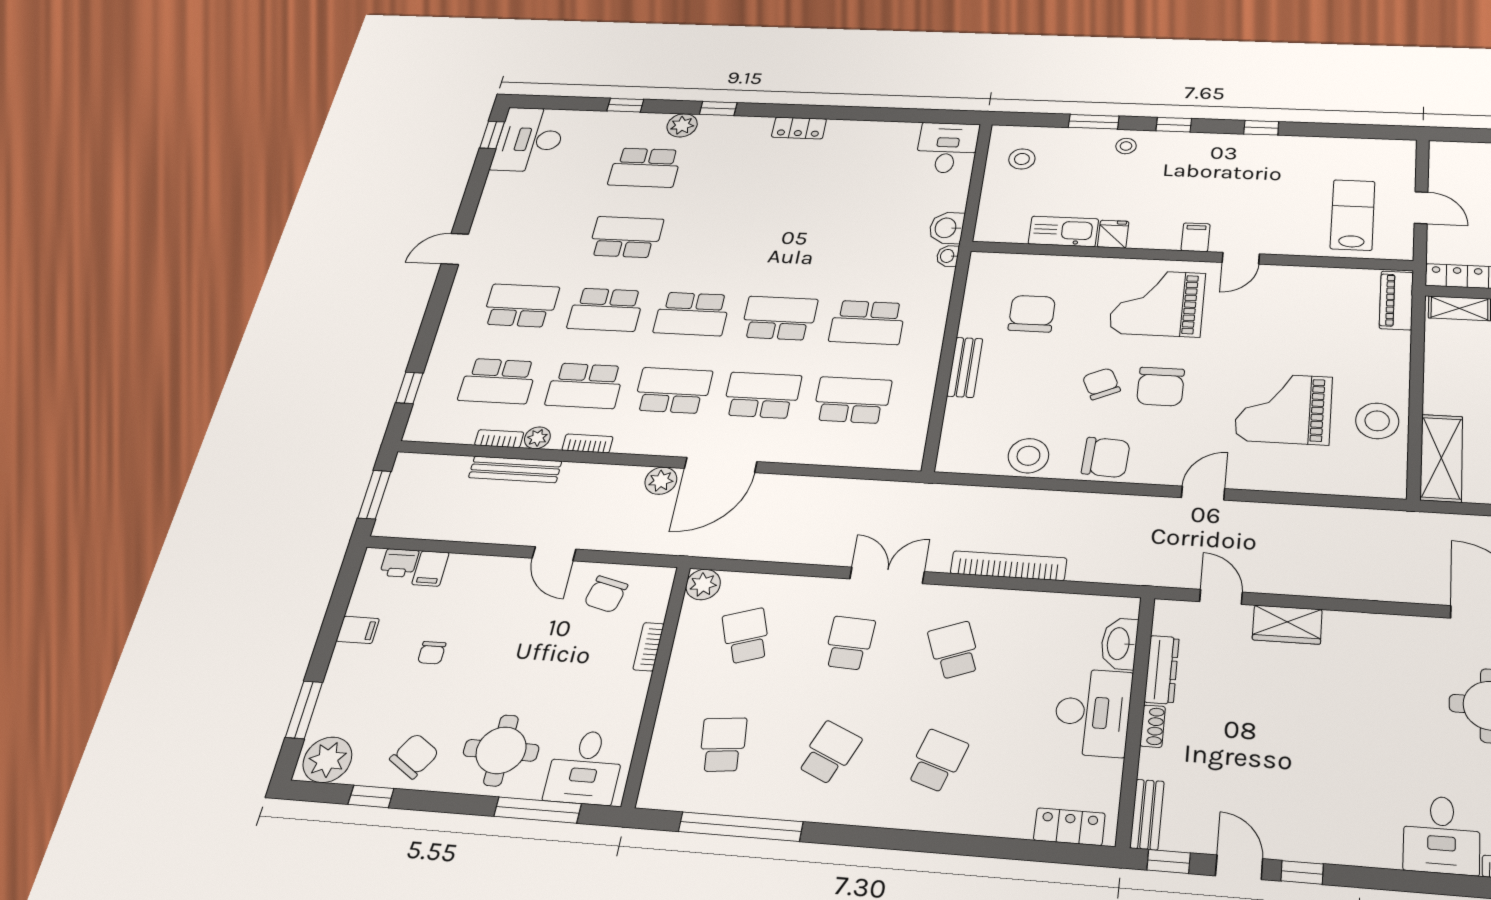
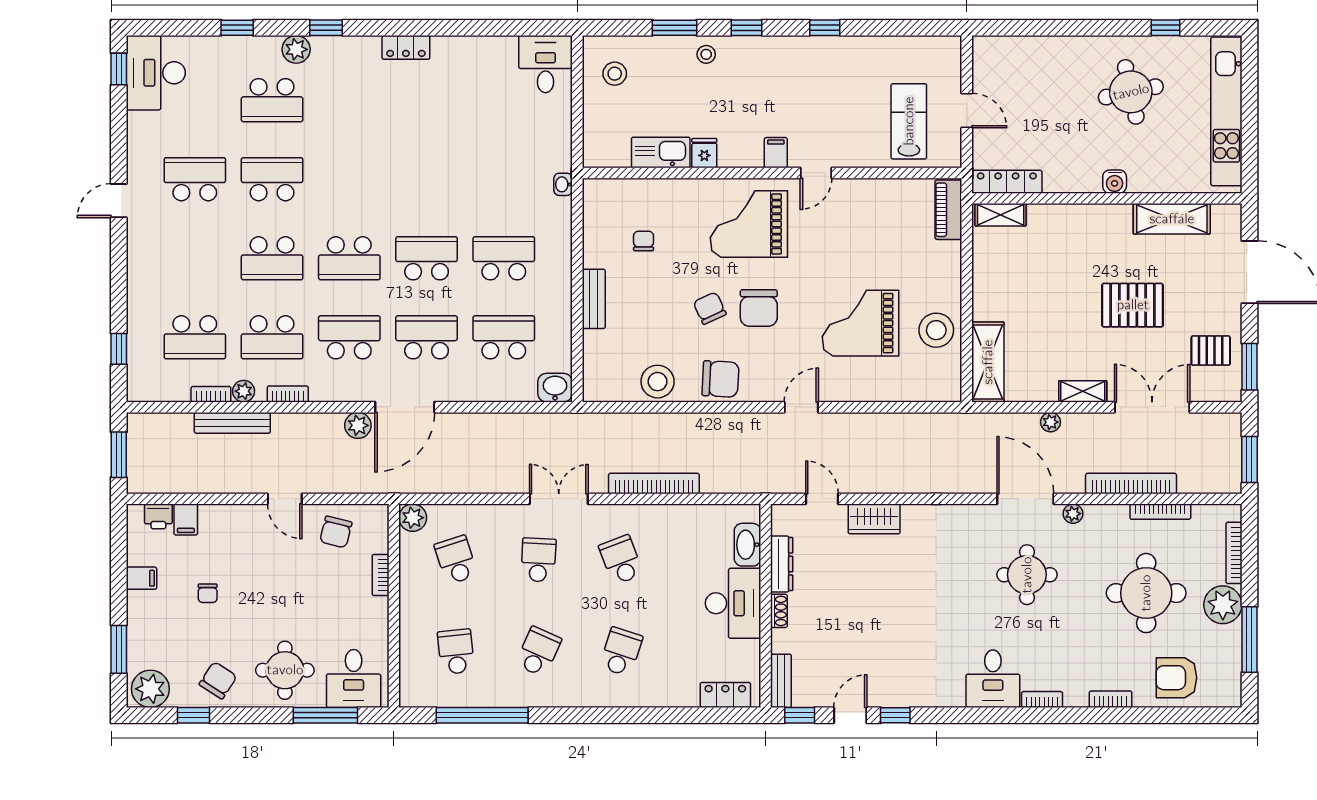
washbasin: (946, 228) -> (555, 388), moved, turned 90
school desk: (521, 306) -> (195, 179), moved
chair: (1032, 314) -> (644, 241), width x0.54, depth x0.54
school desk: (867, 322) -> (504, 258), turned 180
door: (1239, 867) -> (850, 715), hinge flipped

